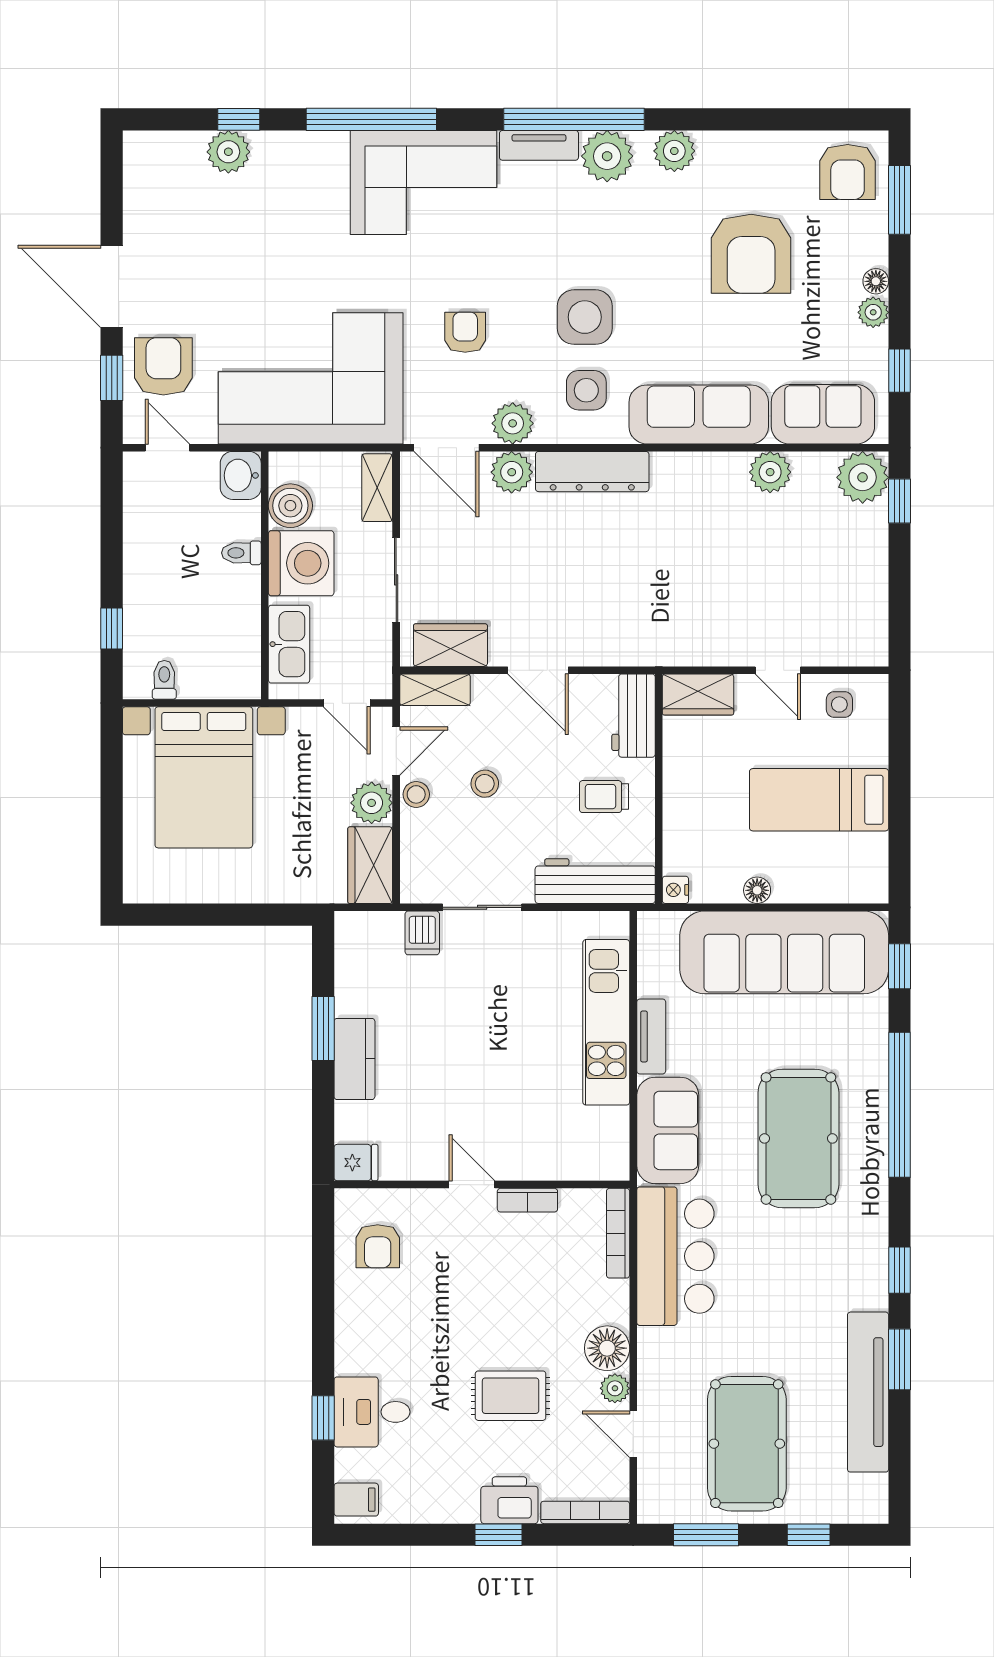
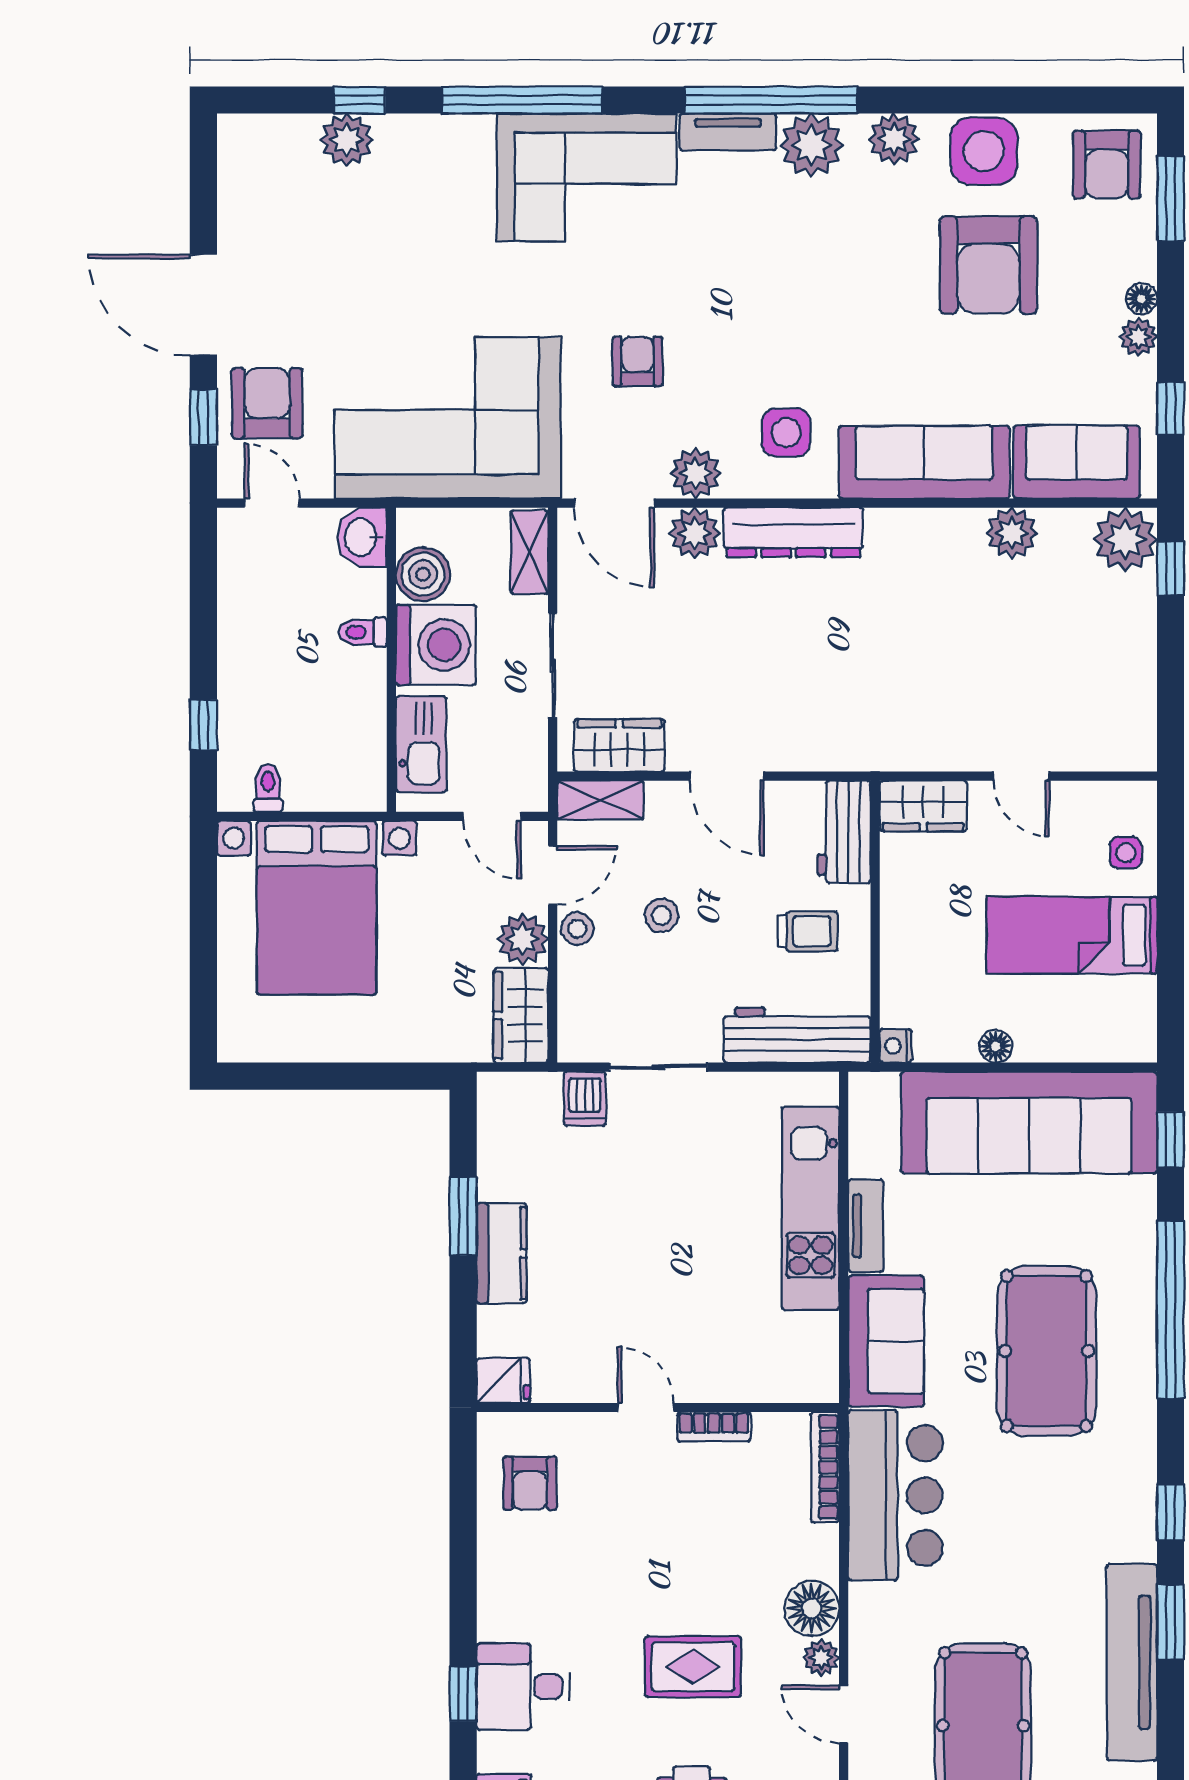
side table: (585, 317) -> (984, 151), moved
side table: (839, 704) -> (1126, 853), moved
trolley: (604, 797) -> (808, 931), turned 180

